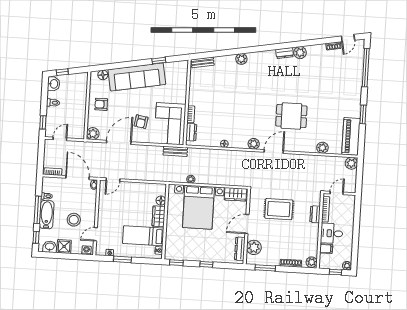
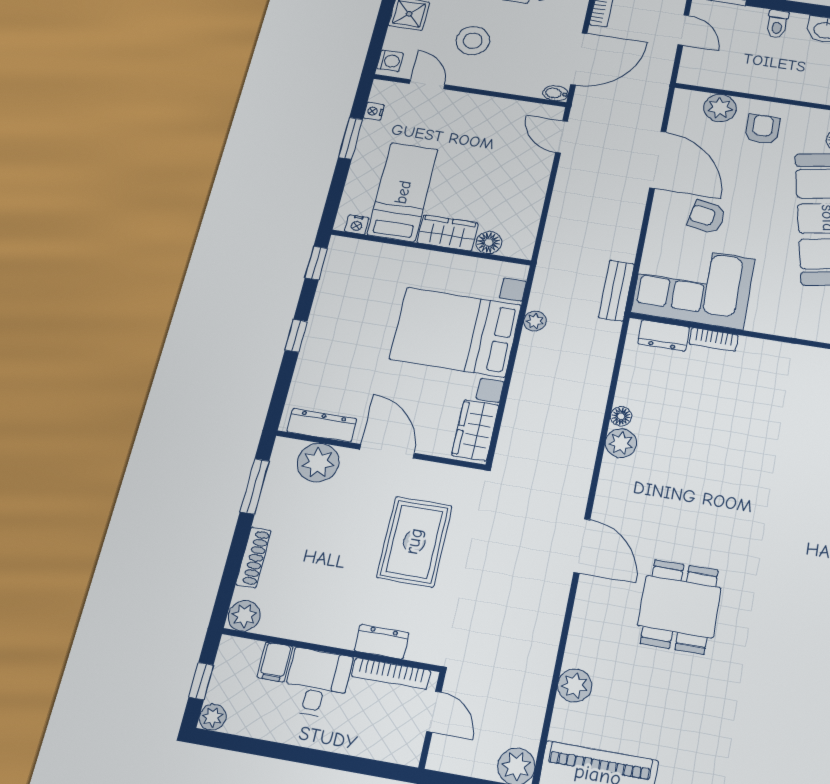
plant: (93, 134) -> (720, 108), moved
plant: (254, 144) -> (621, 443), moved

